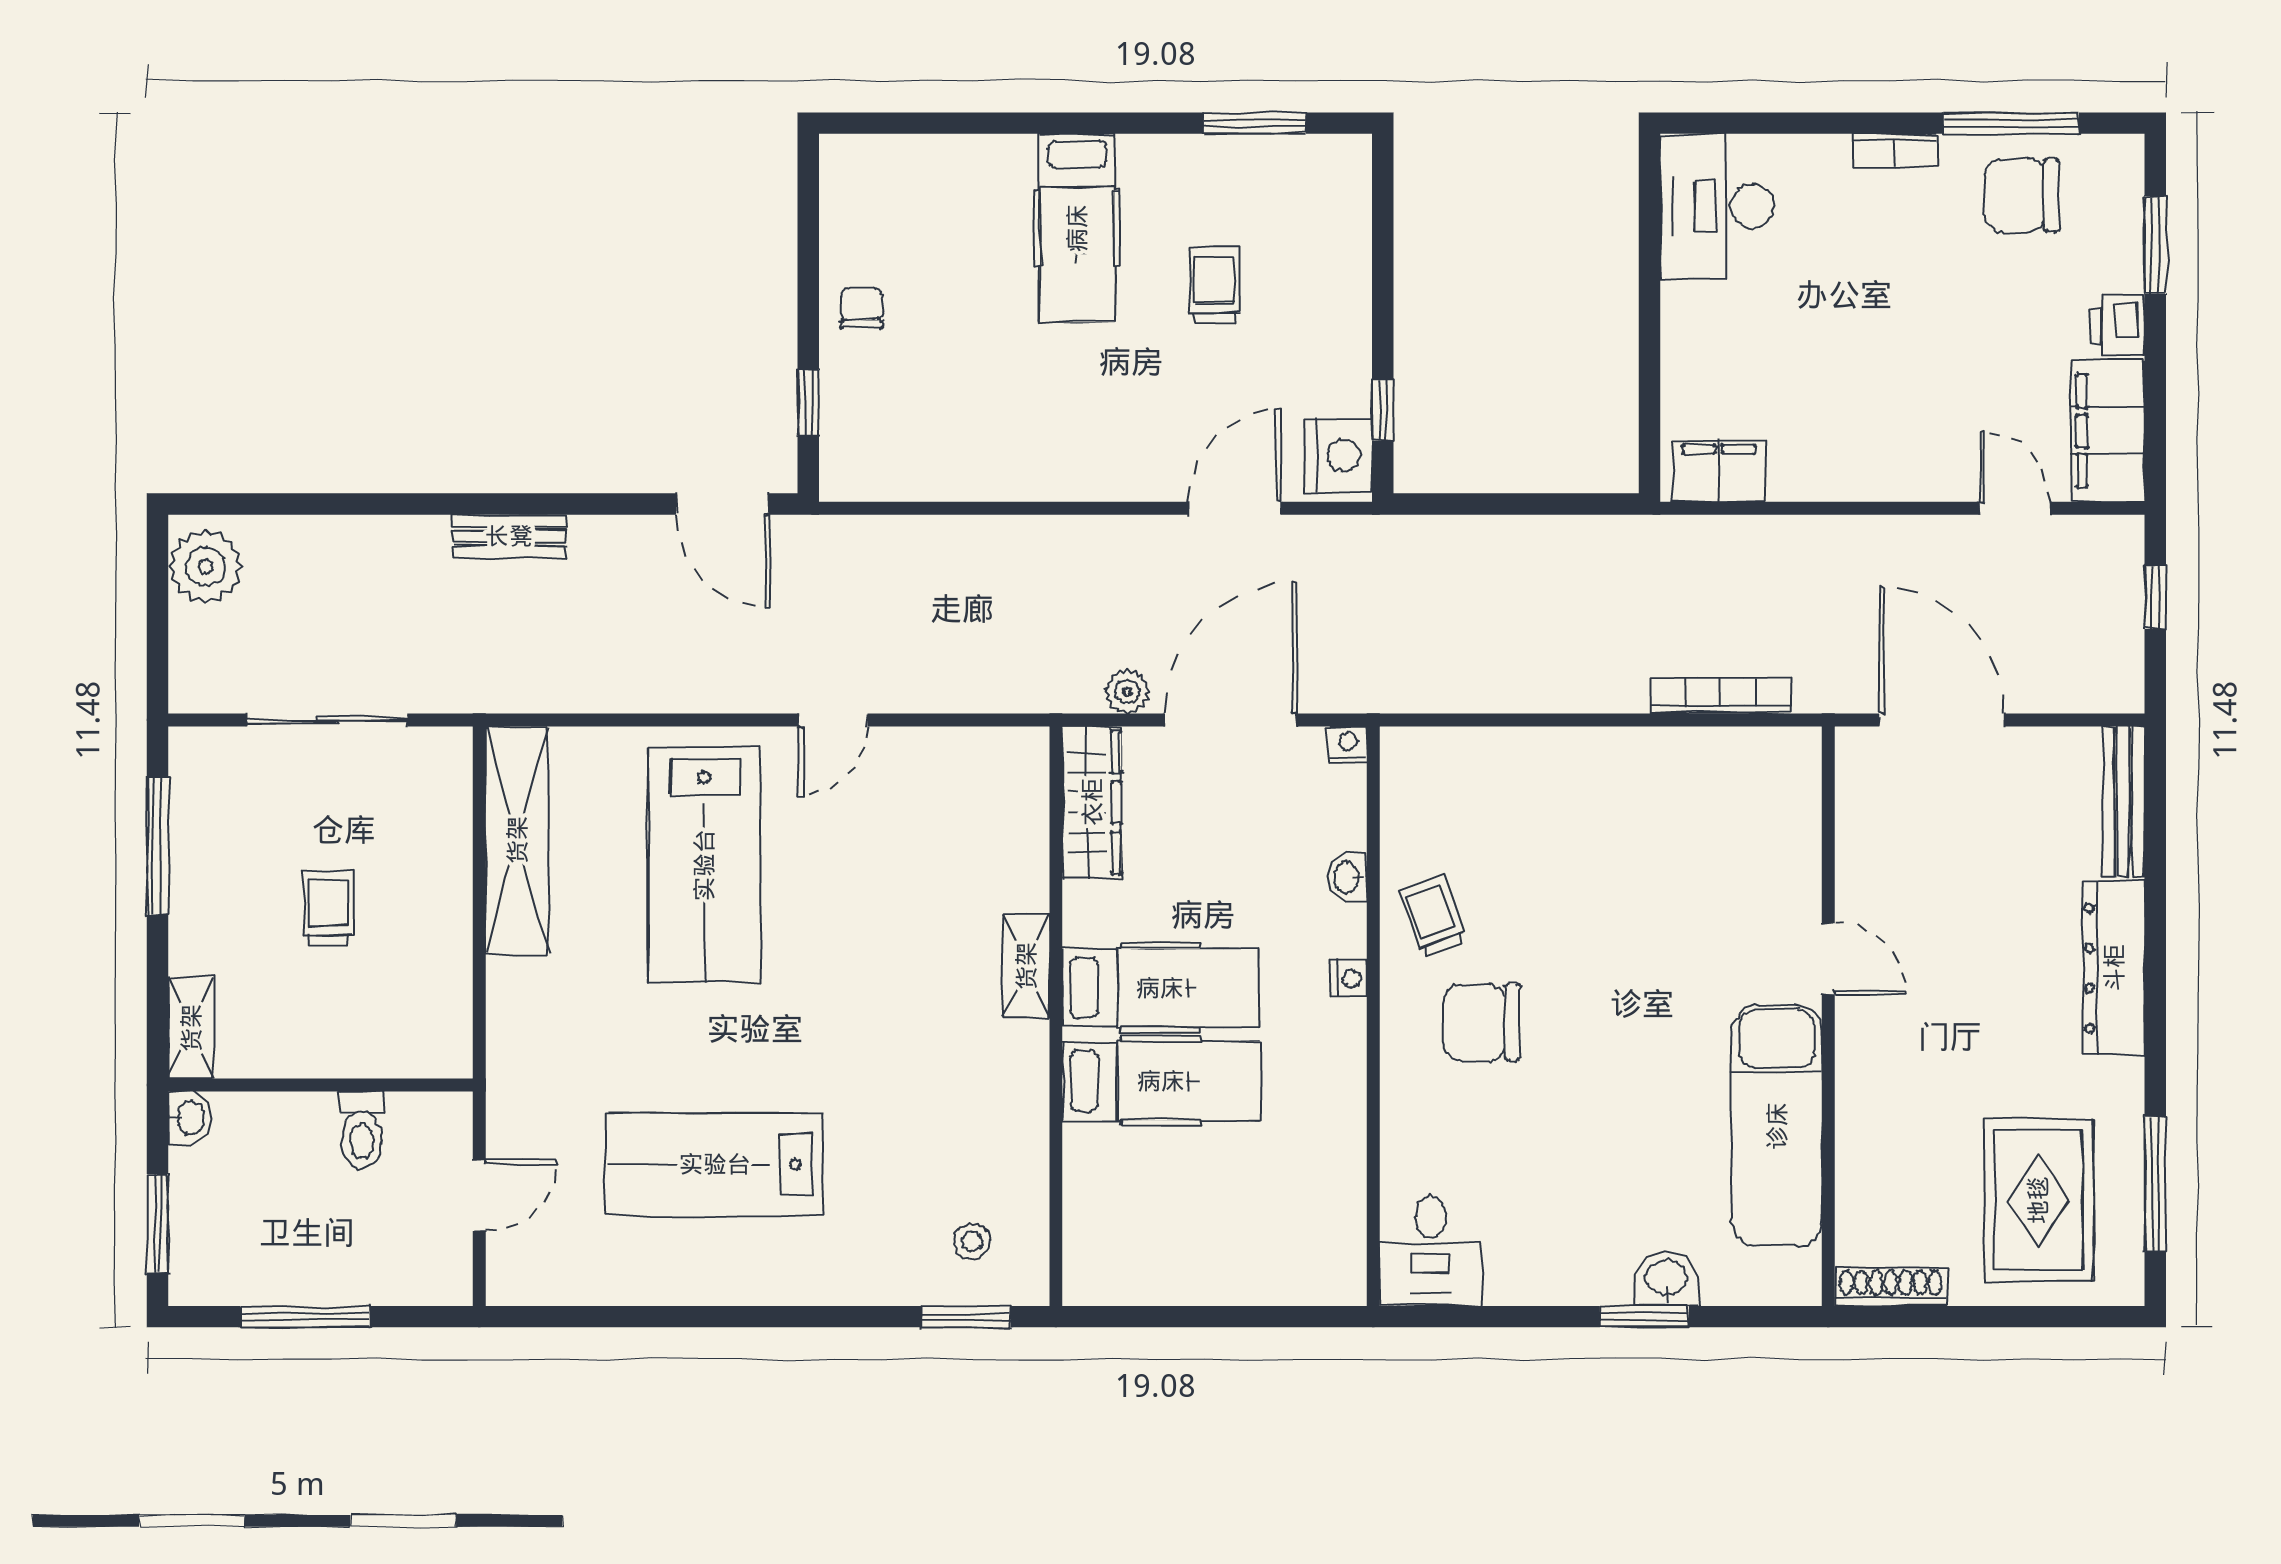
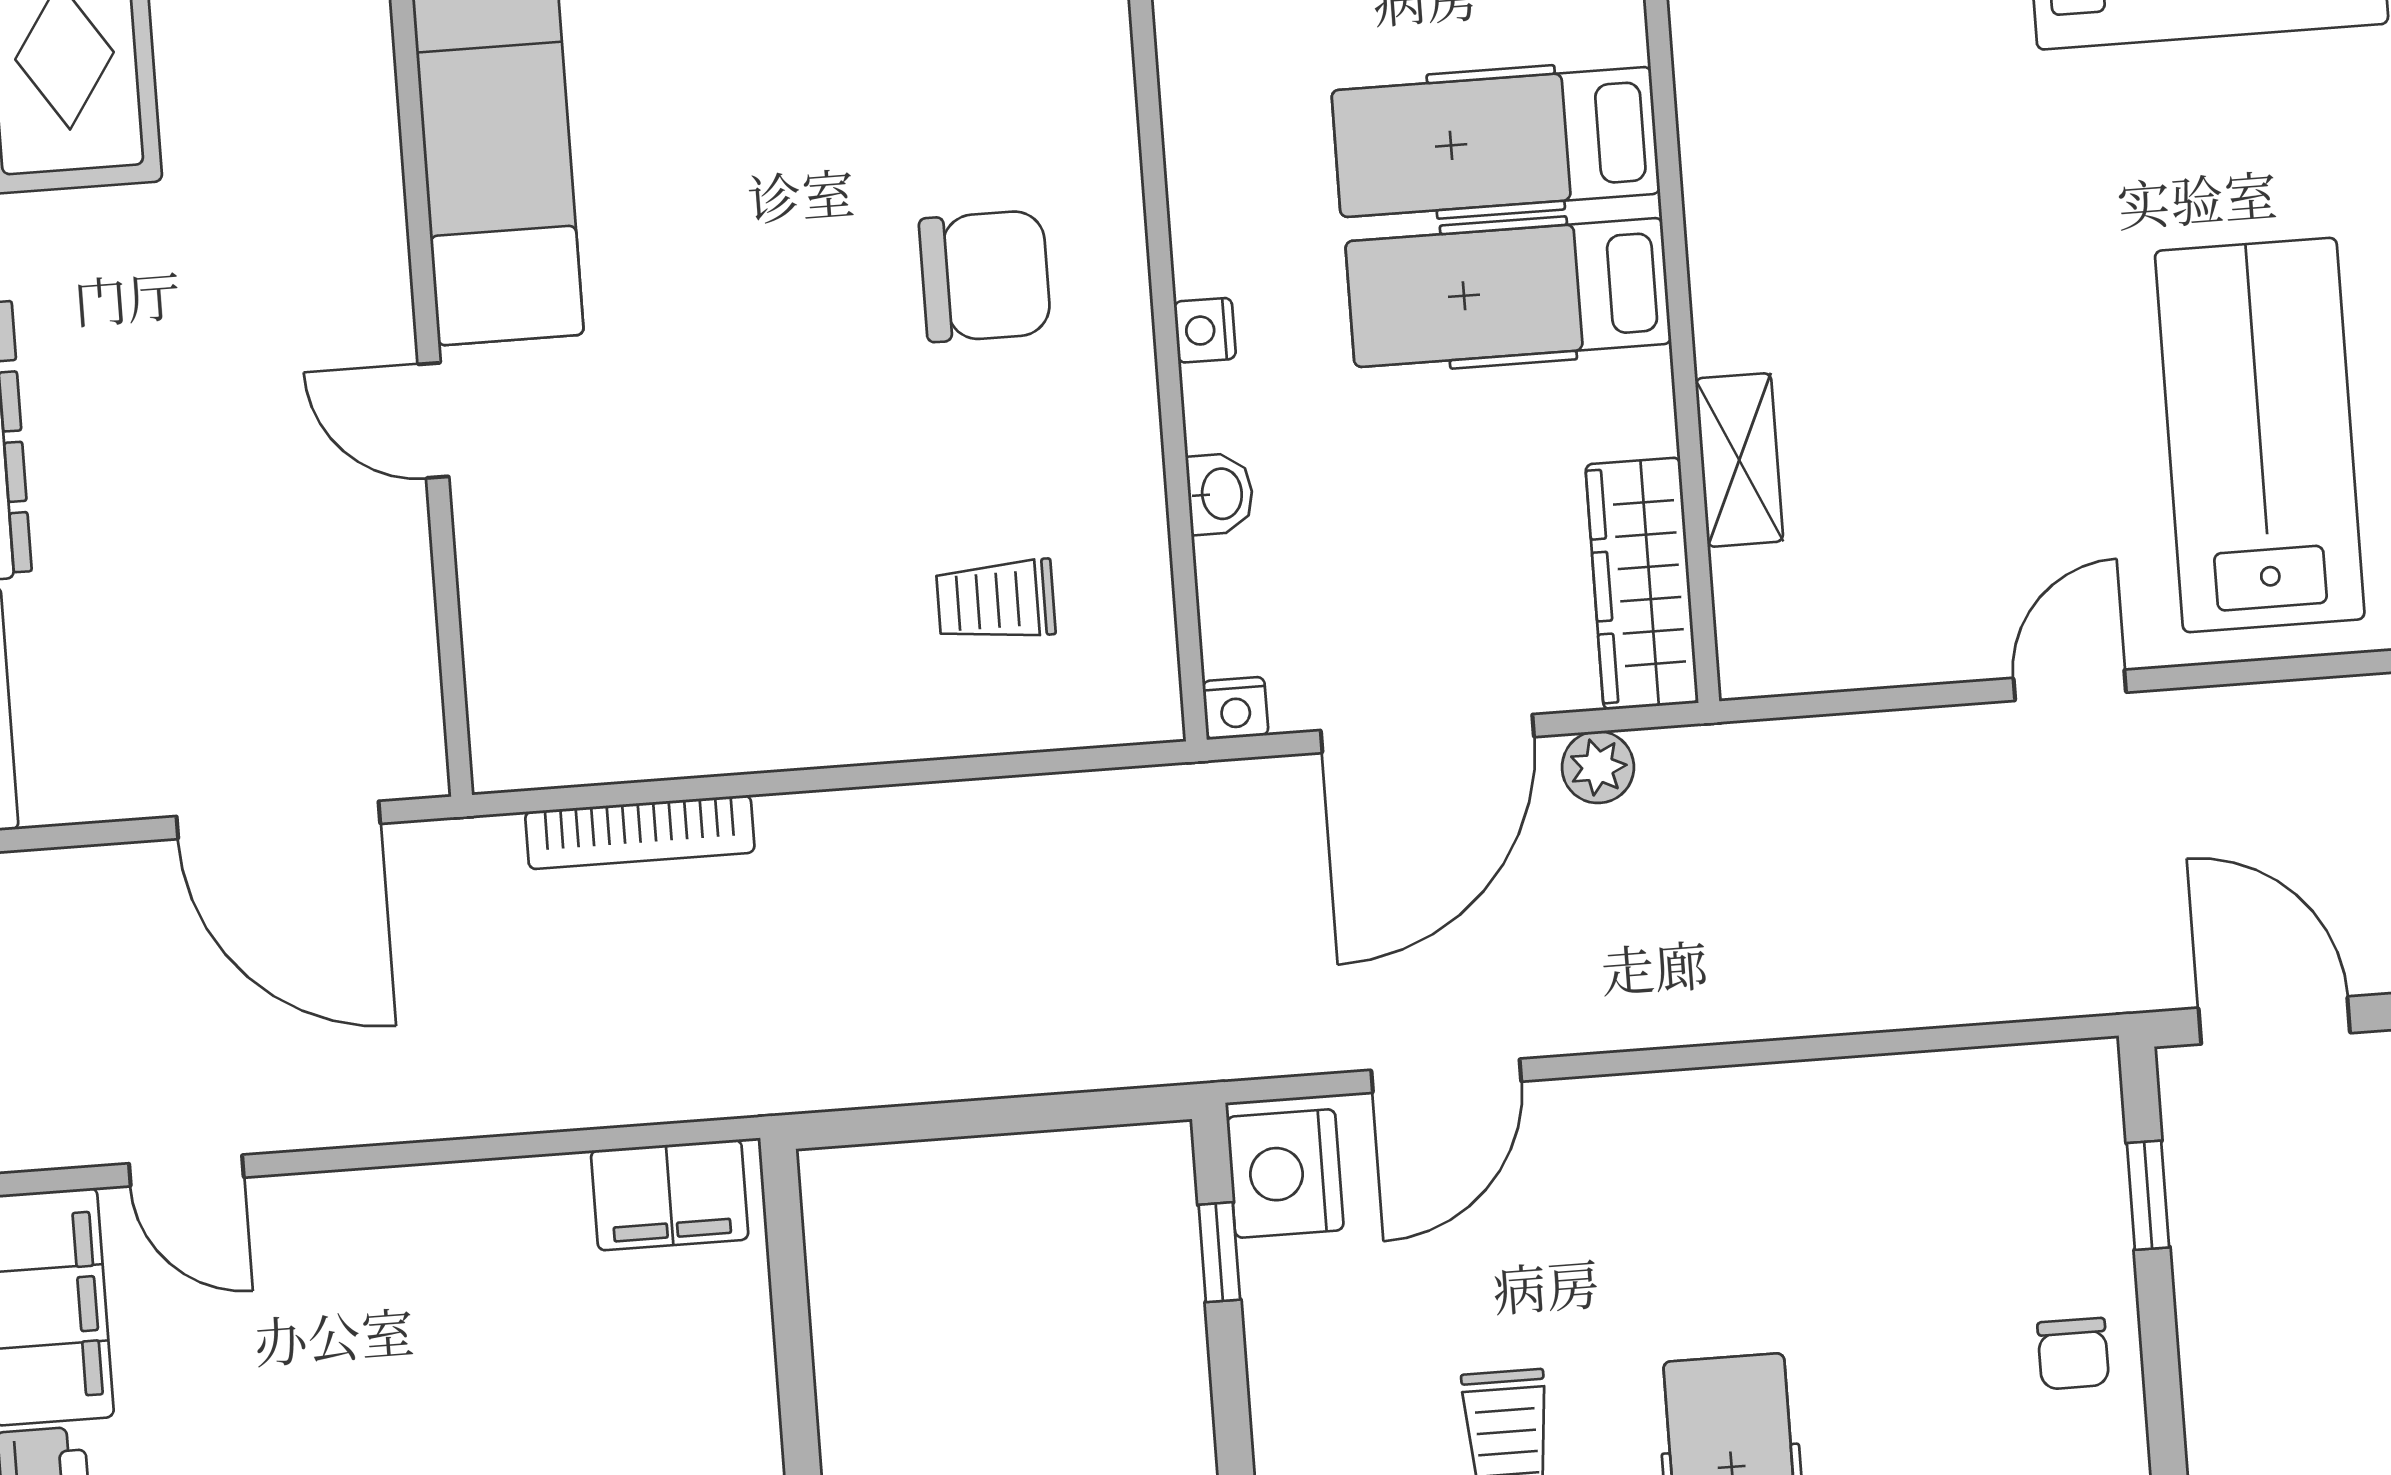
trolley: (1433, 916) -> (996, 600), moved, turned 110
shelving: (1026, 966) -> (1739, 460), moved

